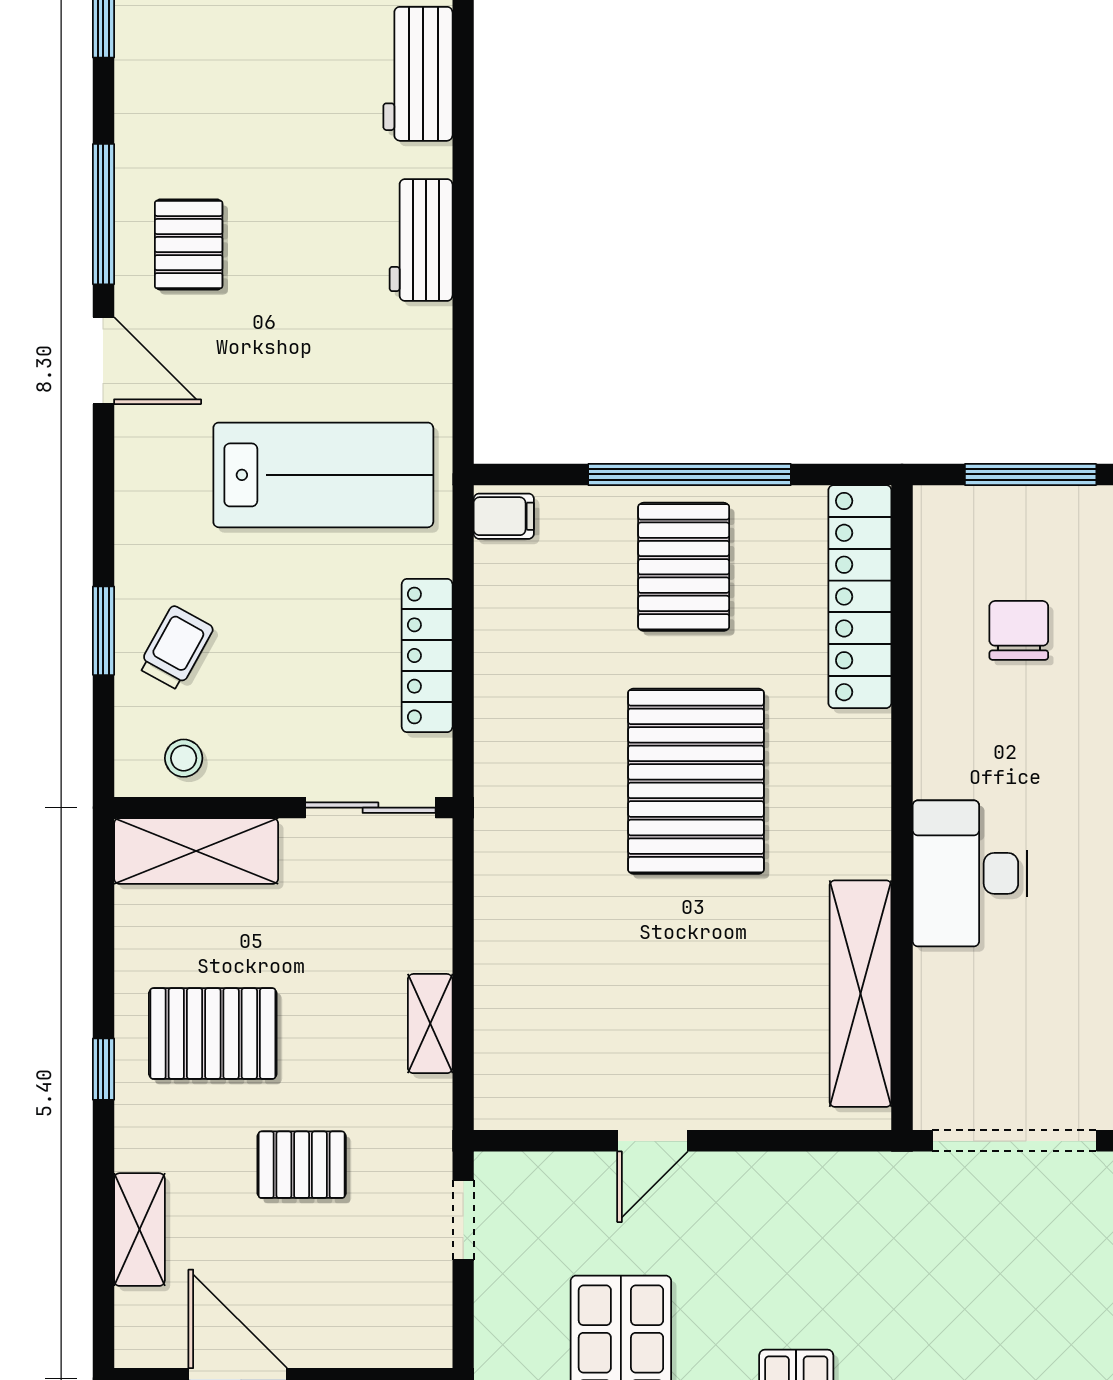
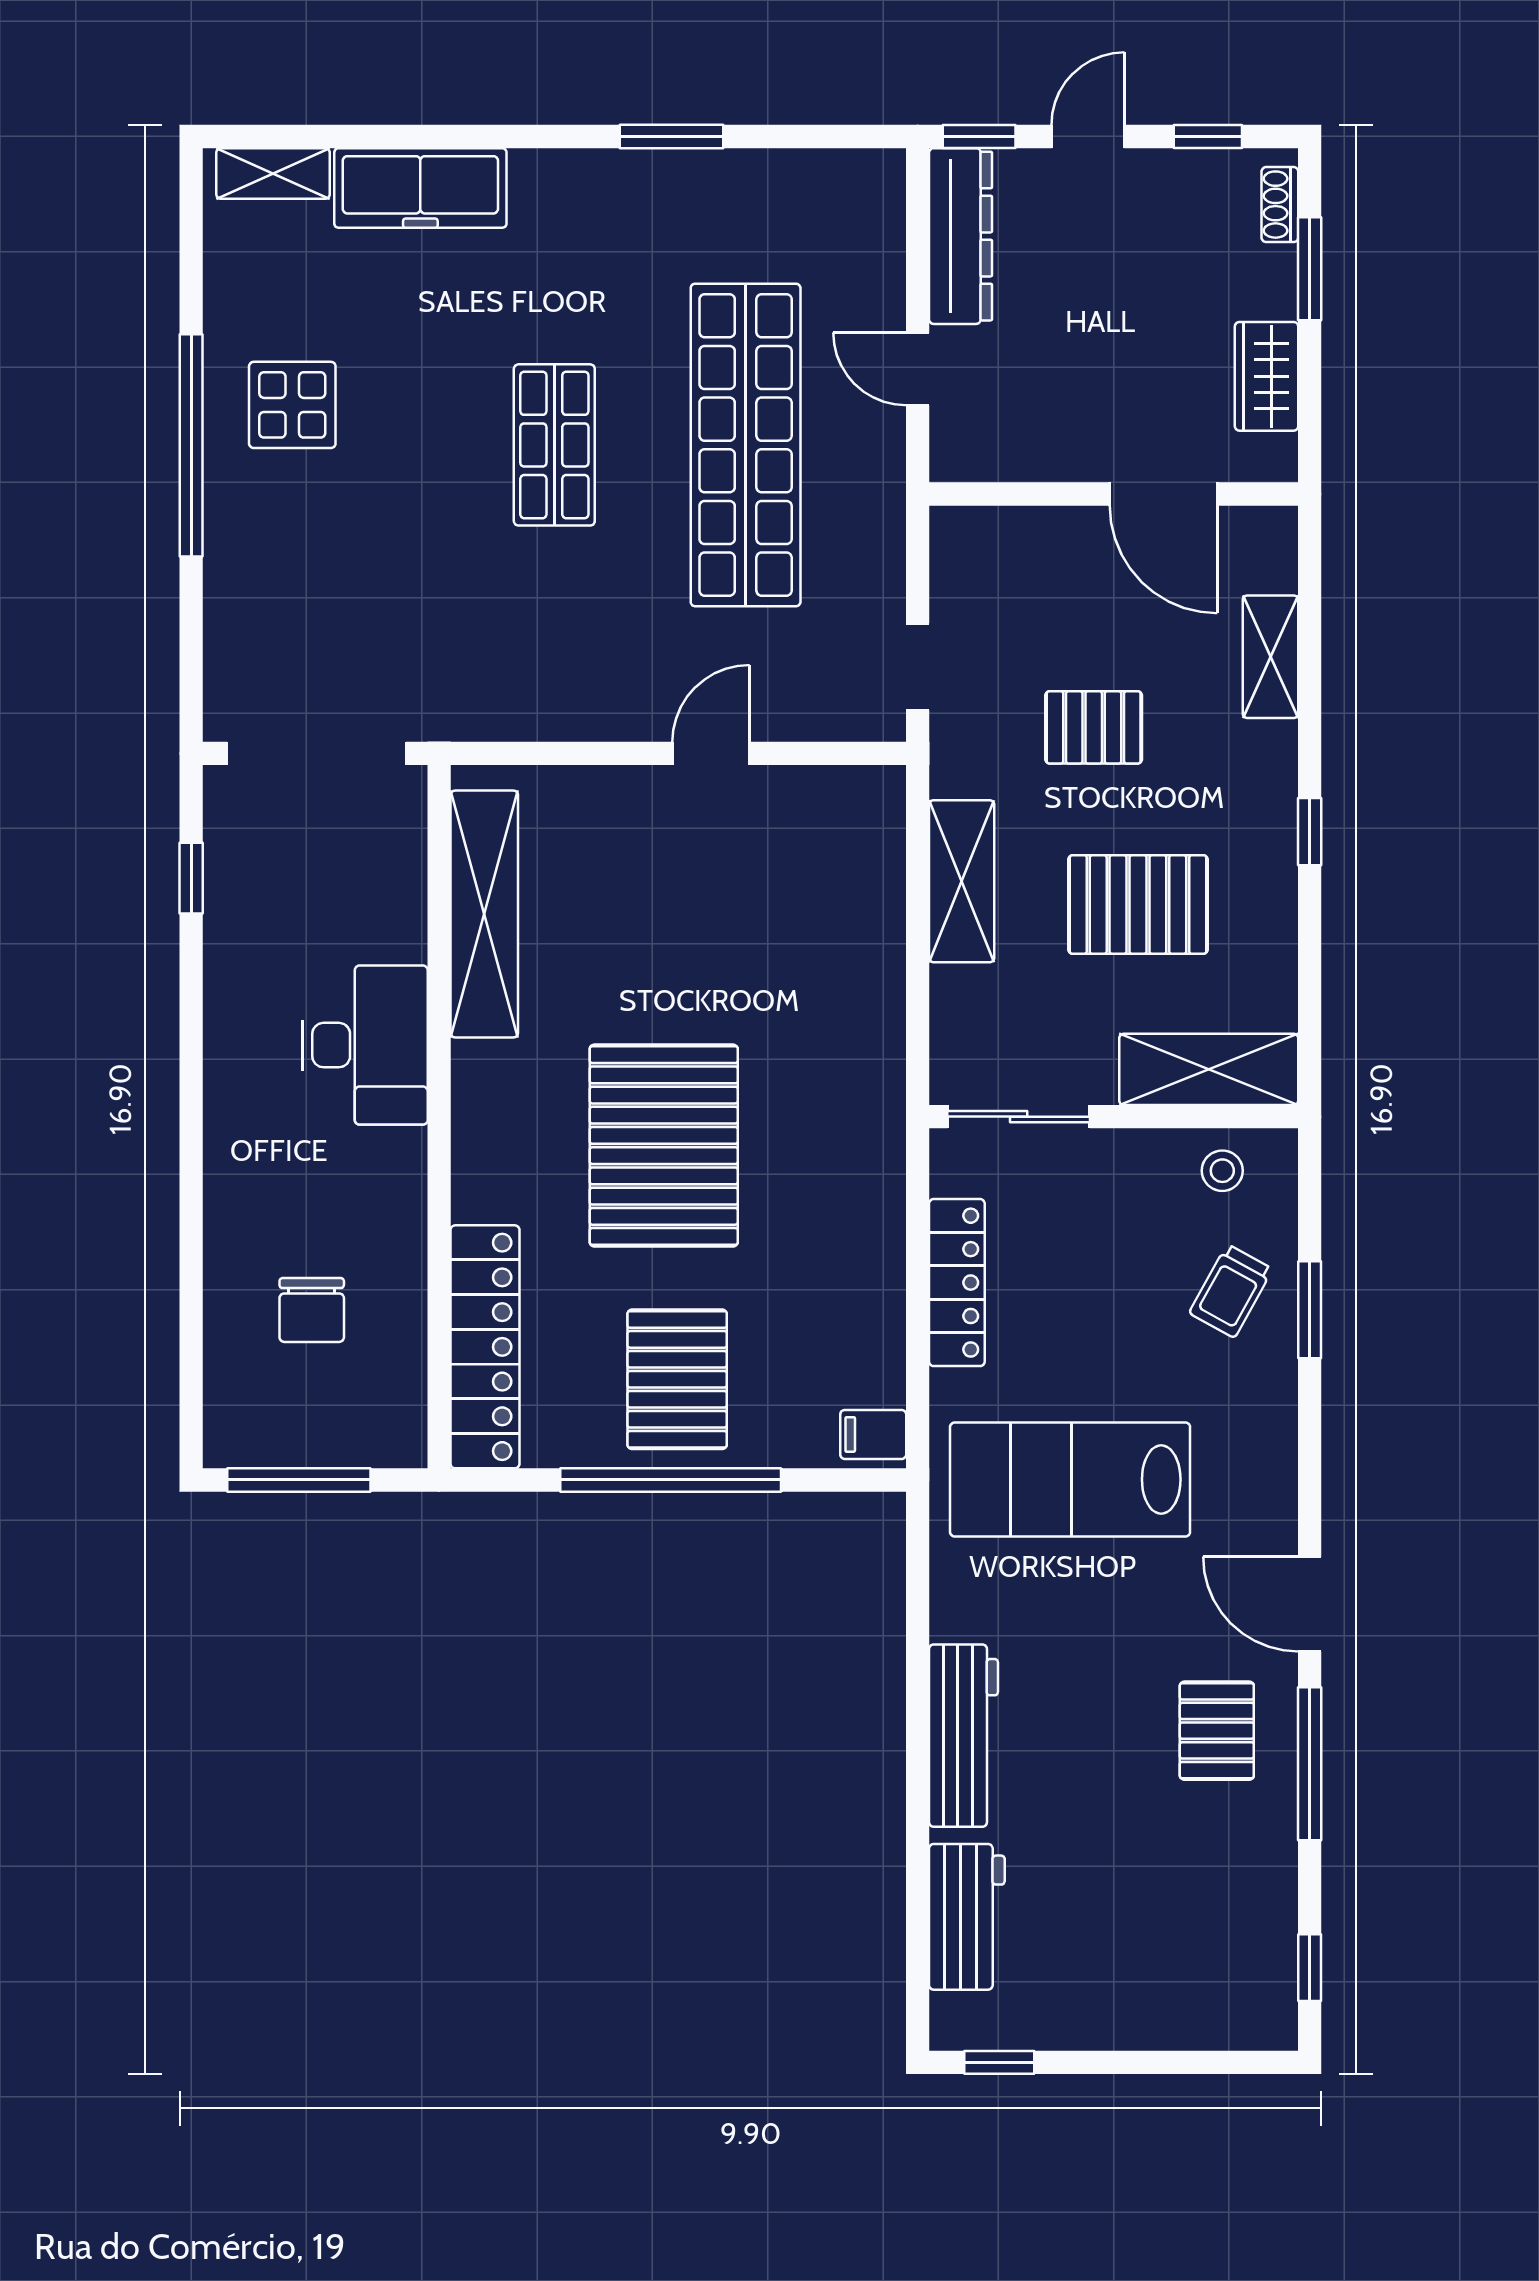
workbench: (421, 240) -> (963, 1736), width x1.38
shelving: (430, 1024) -> (962, 881), width x1.50, depth x1.33
pallet: (213, 1034) -> (1138, 905), moved

